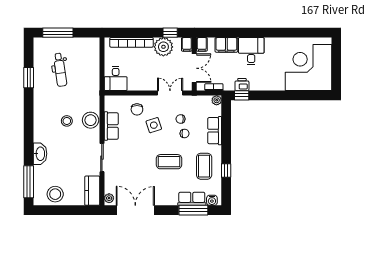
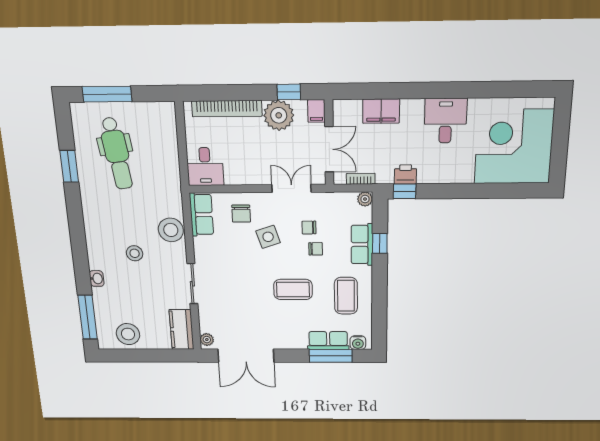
filing cabinet: (202, 44) -> (341, 111), removed
desk: (251, 51) -> (445, 121), moved
dental chair: (60, 70) -> (117, 154), width x1.36, depth x1.38
stool: (67, 121) -> (135, 253), moved
row of seats: (111, 126) -> (201, 215), moved
washbasin: (40, 154) -> (97, 279), width x0.52, depth x0.69
window: (226, 171) -> (380, 243), moved
double door: (135, 210) -> (246, 356), swing flipped

